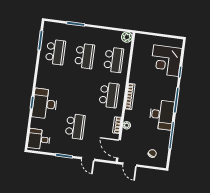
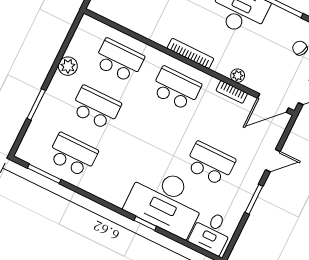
plant: (127, 37) -> (68, 66), moved
desk: (45, 104) -> (166, 201), width x1.36, depth x1.30

